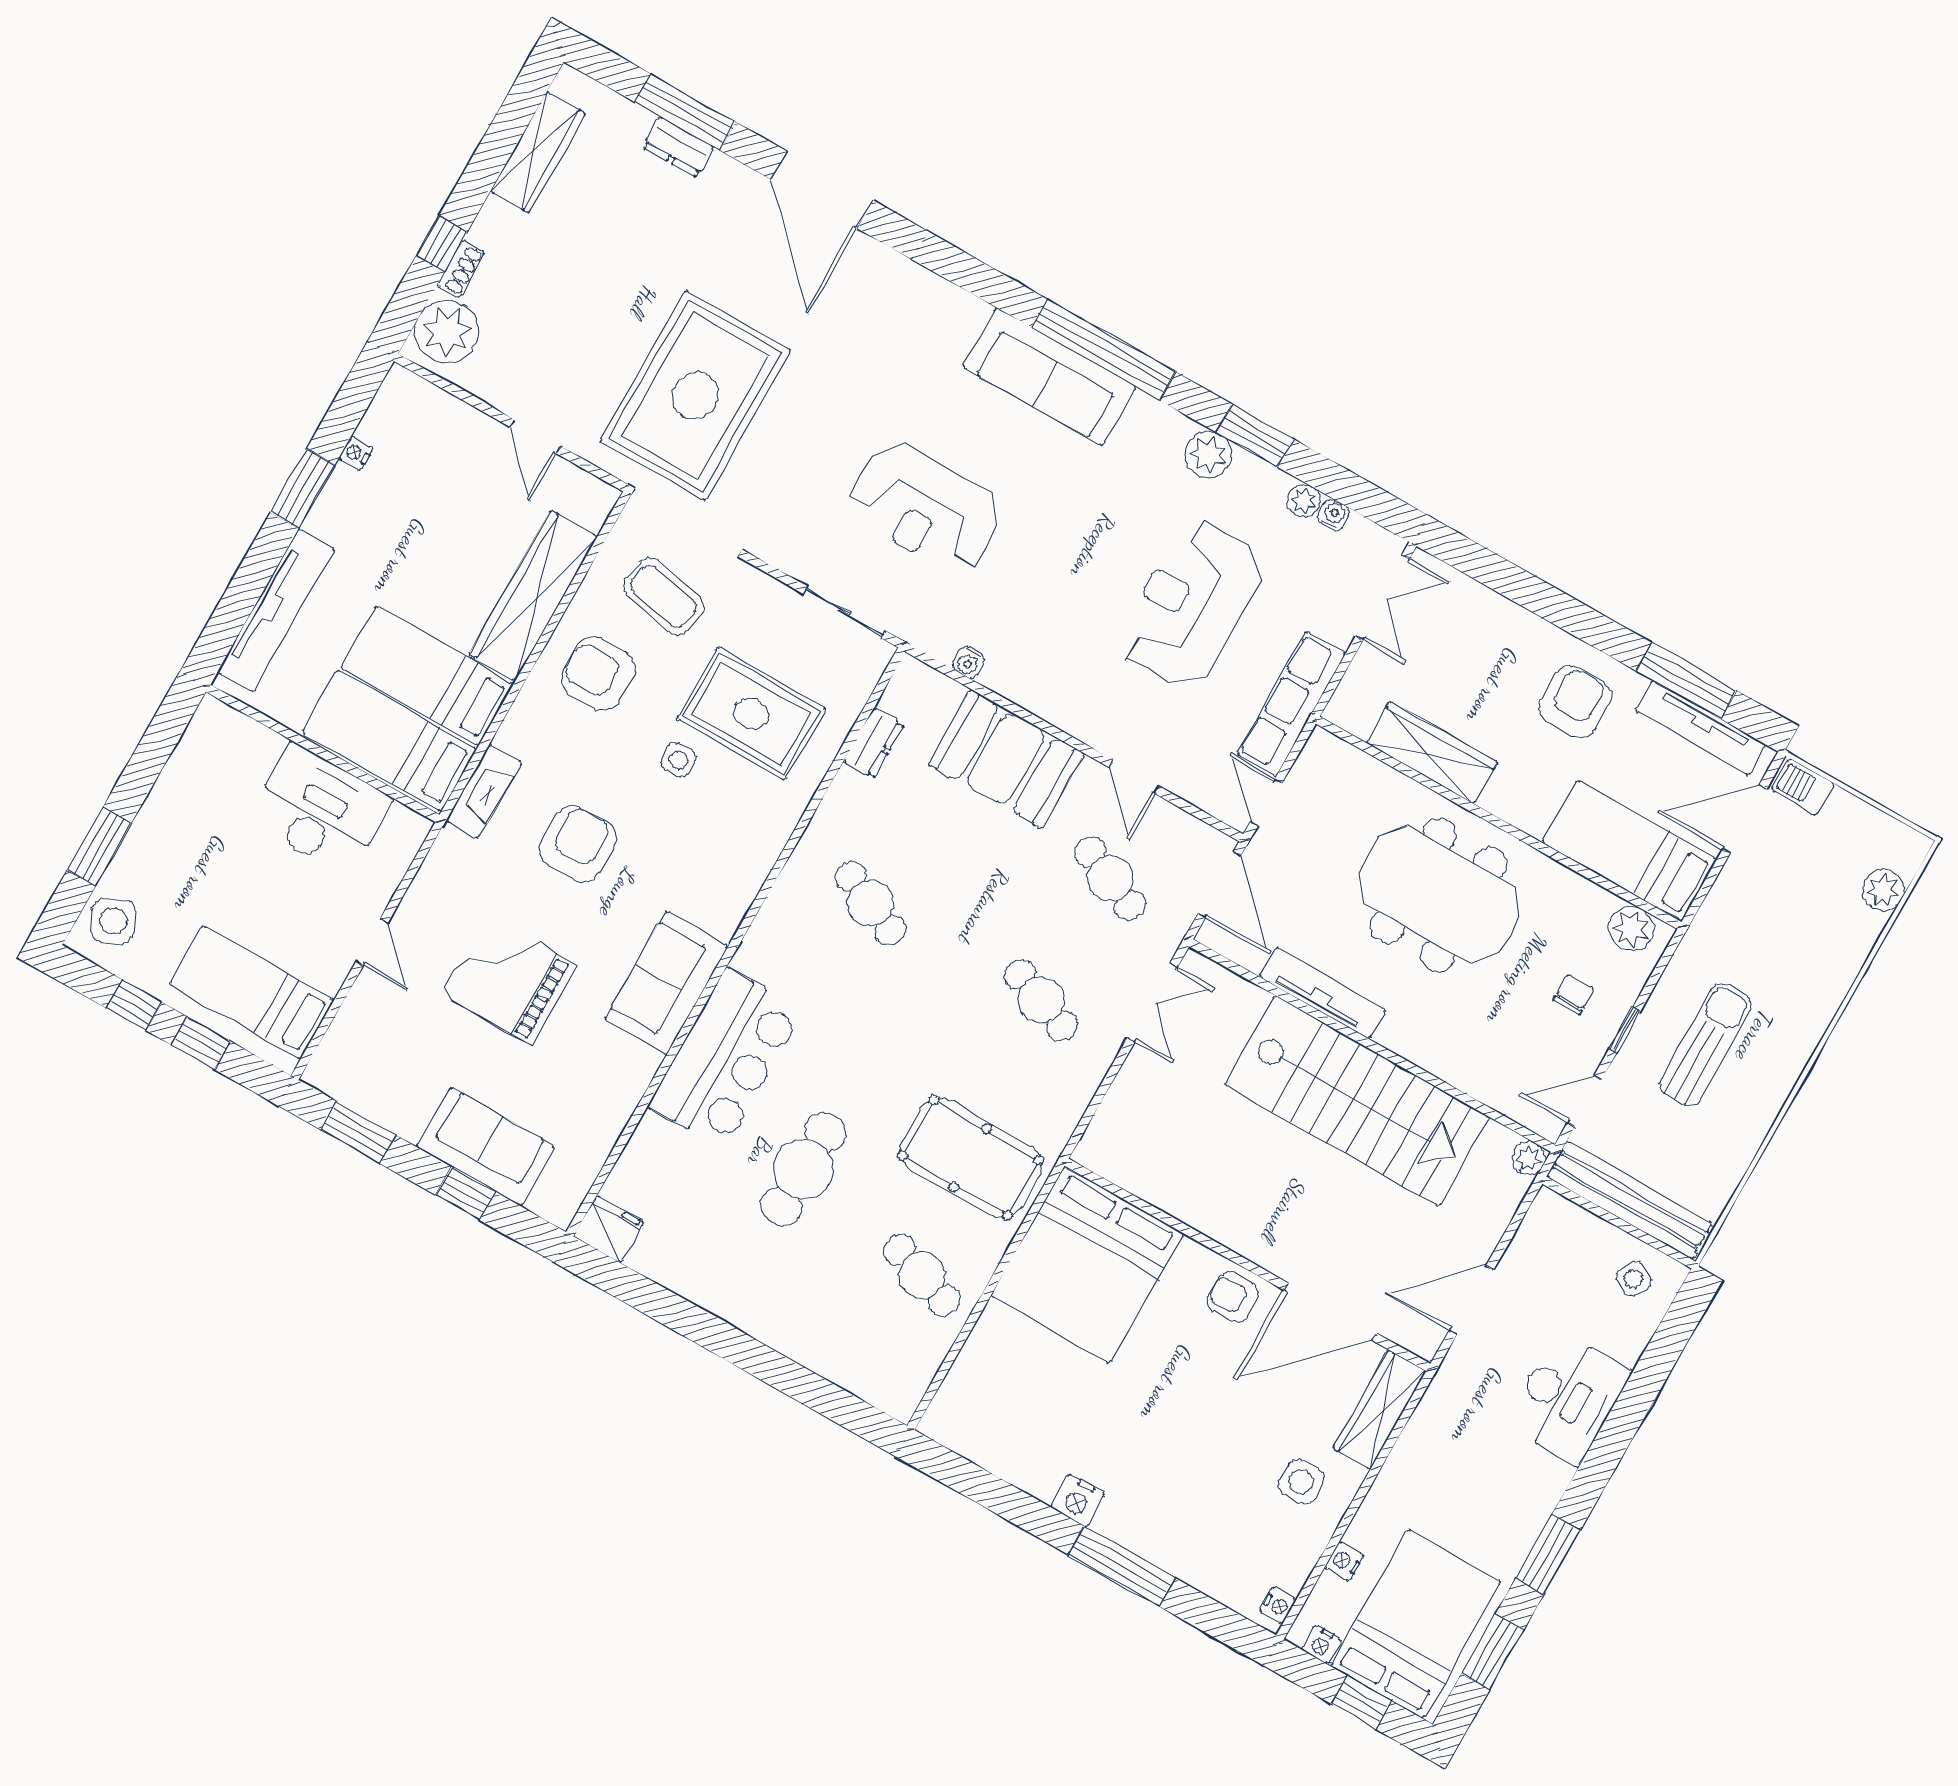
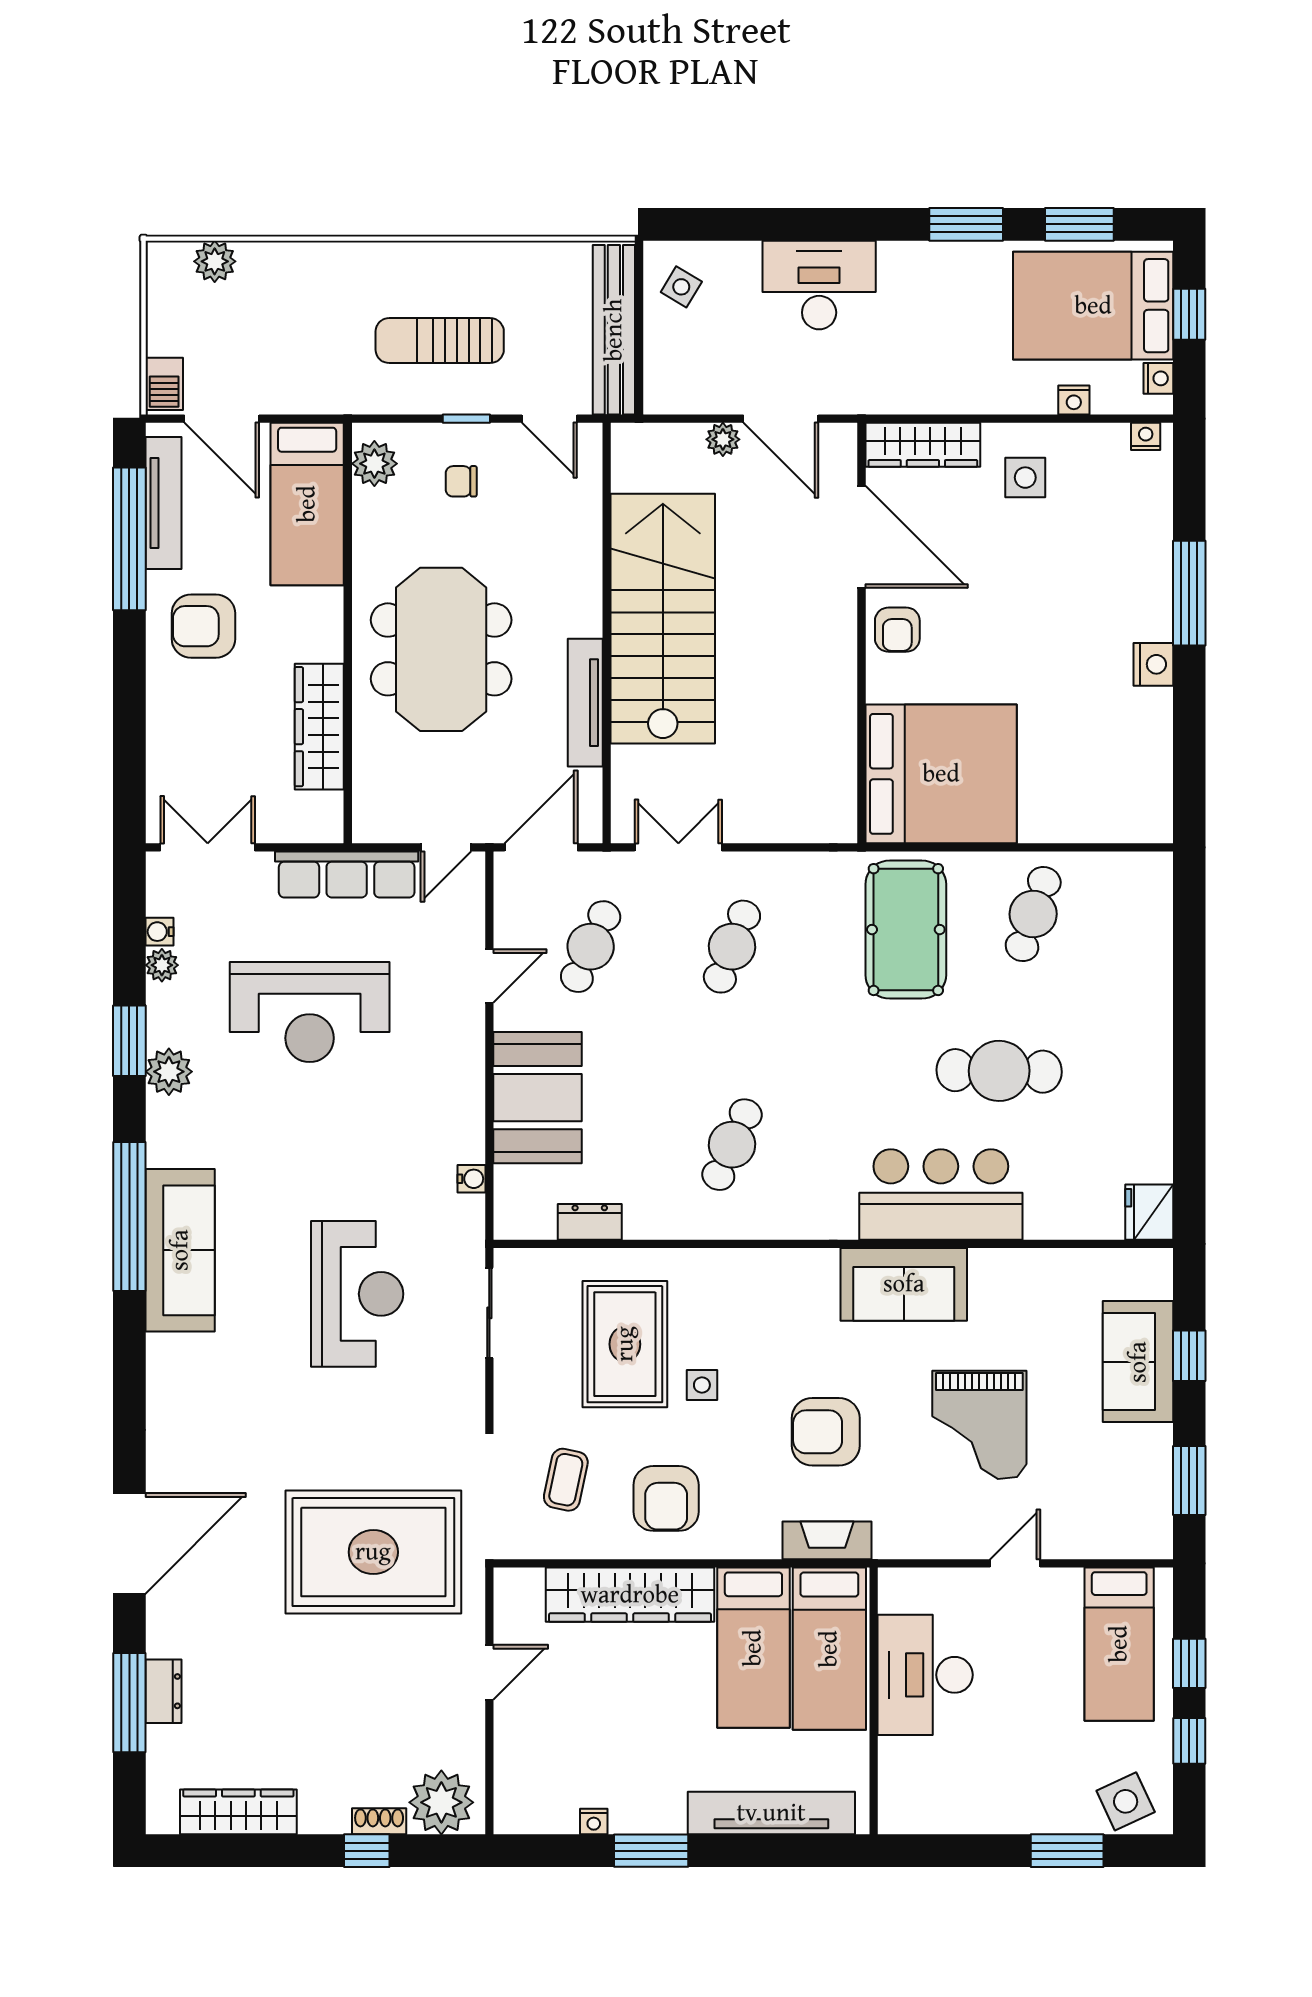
coffee table: (664, 596) -> (566, 1480), width x0.73, depth x0.77
window: (1686, 681) -> (129, 539), width x1.46
plant: (1528, 1158) -> (723, 439), moved

